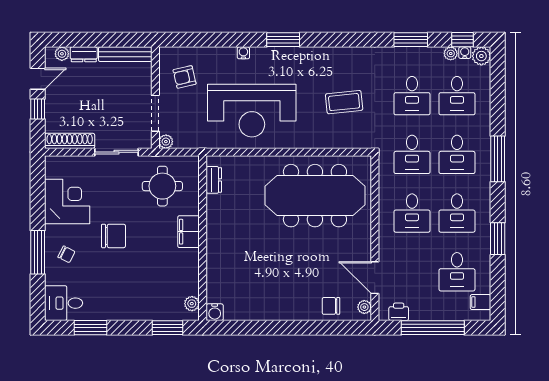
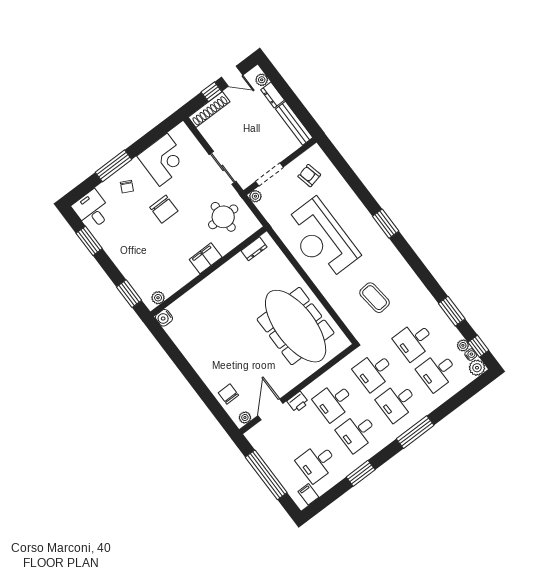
water cooler: (243, 53) -> (356, 203), removed
shoe rack: (70, 141) -> (209, 109), moved, turned 90
printer: (399, 312) -> (298, 402), moved, turned 90

